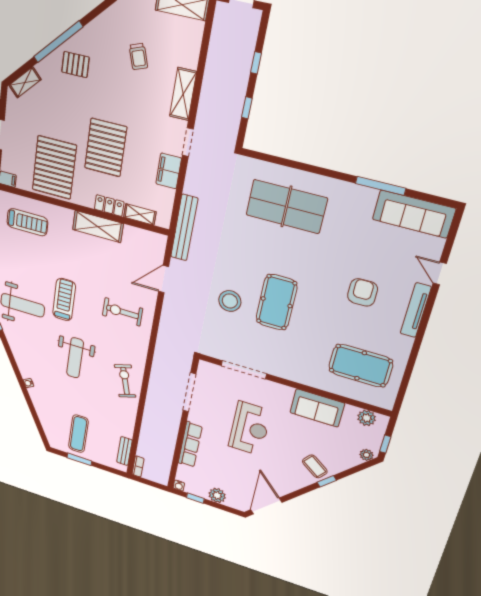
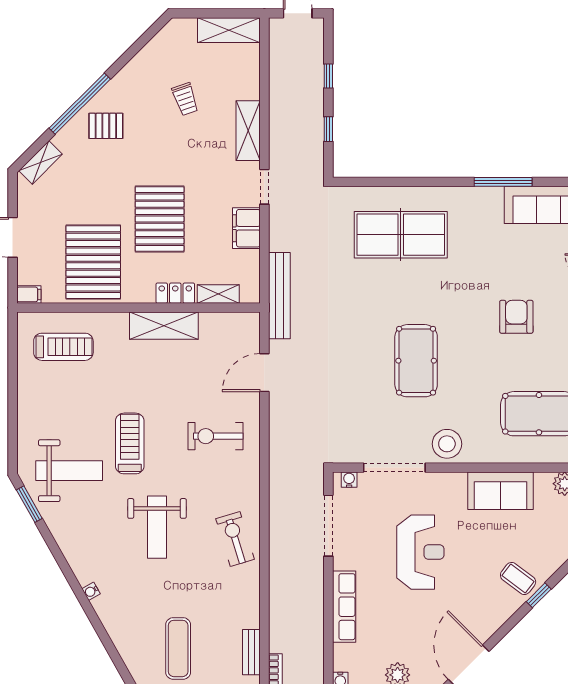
stool: (230, 301) -> (447, 444), moved
water cooler: (210, 368) -> (349, 480), added

